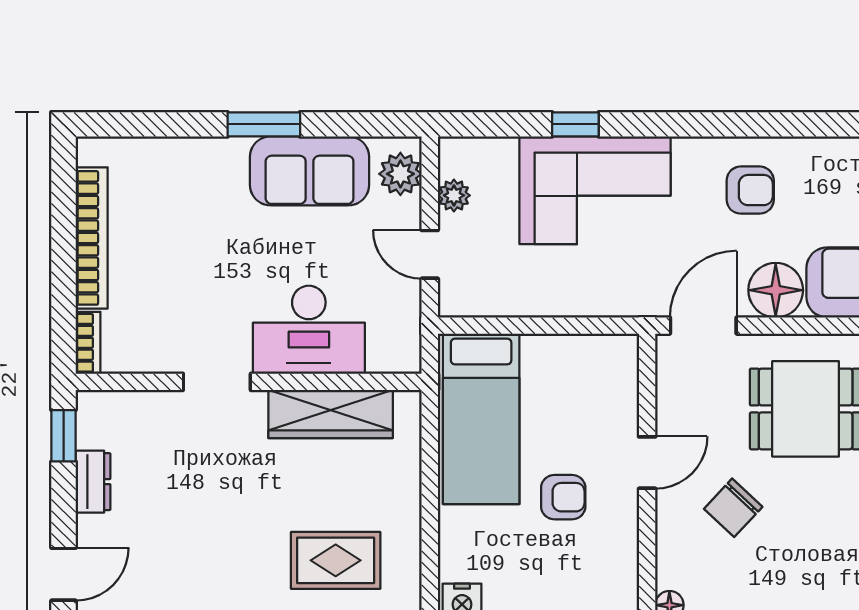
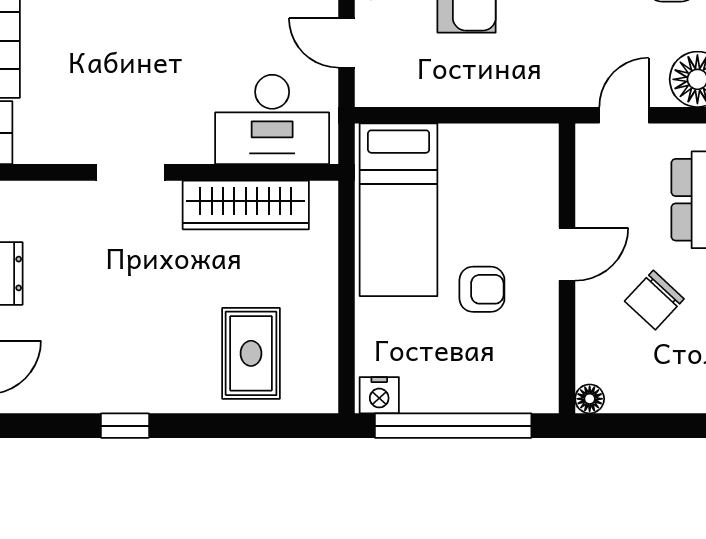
door: (703, 326) -> (624, 115), width x0.73
desk: (309, 330) -> (272, 119), moved
rug: (336, 560) -> (251, 353), turned 90

